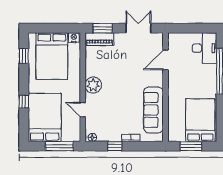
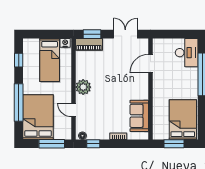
bed: (52, 56) -> (50, 60), width x0.67
window: (24, 102) -> (19, 102), width x3.17
sofa: (153, 110) -> (139, 116), width x0.73
window: (115, 146) -> (93, 144), moved

